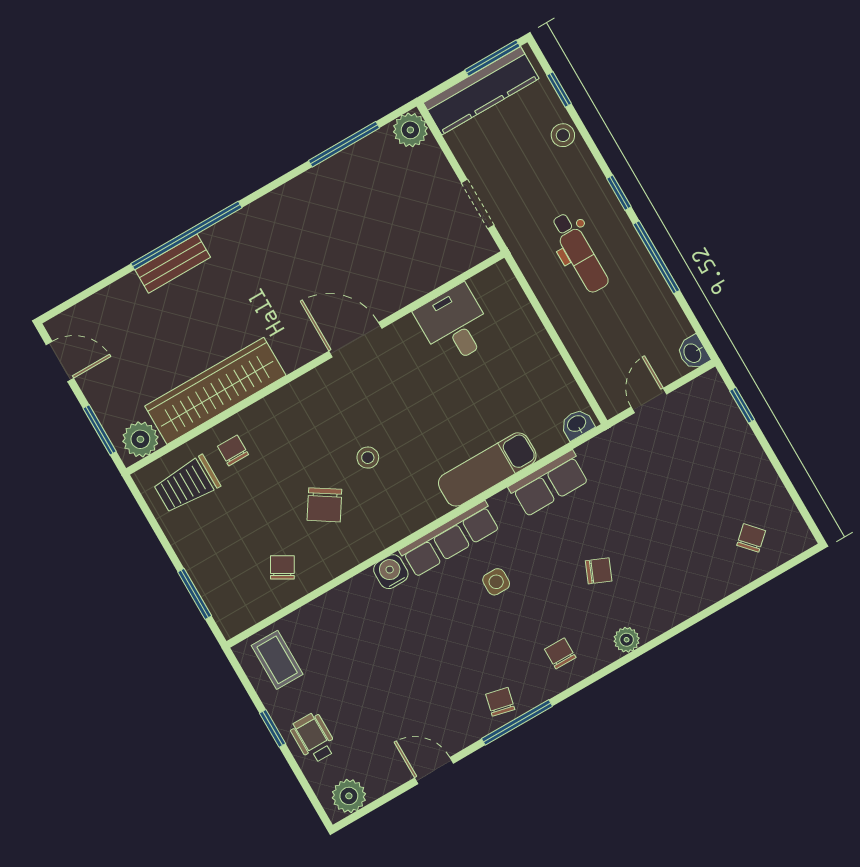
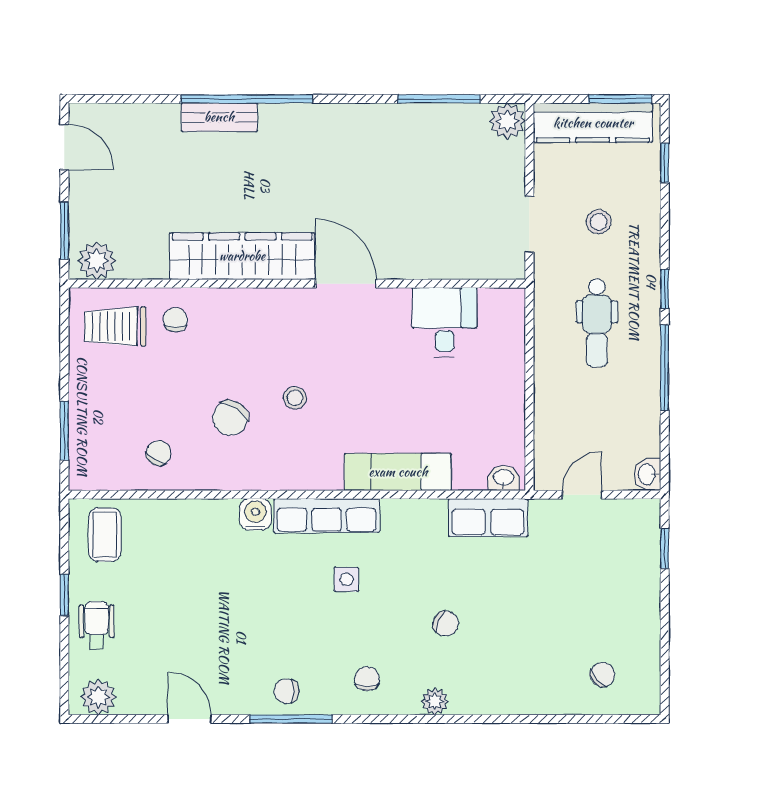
stool: (563, 135) -> (599, 222), moved
wardrobe: (215, 391) -> (242, 256), moved
row of seats: (549, 484) -> (488, 518), moved
chair: (500, 702) -> (286, 691), turned -103

